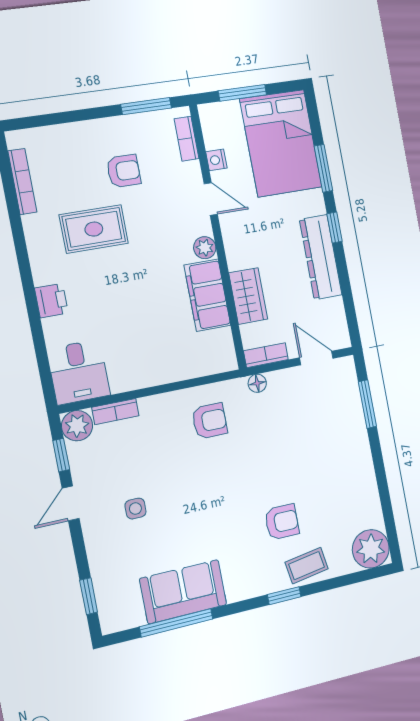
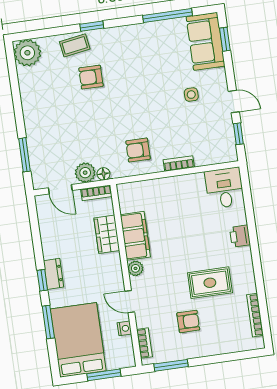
armchair: (124, 171) -> (188, 321), turned 180
dresser: (321, 257) -> (53, 274), width x0.51, depth x0.80
bookcase: (115, 412) -> (179, 164), moved
plant: (77, 426) -> (85, 173), moved
door: (71, 503) -> (234, 101), hinge flipped
sofa: (183, 592) -> (206, 41), moved, turned 90

